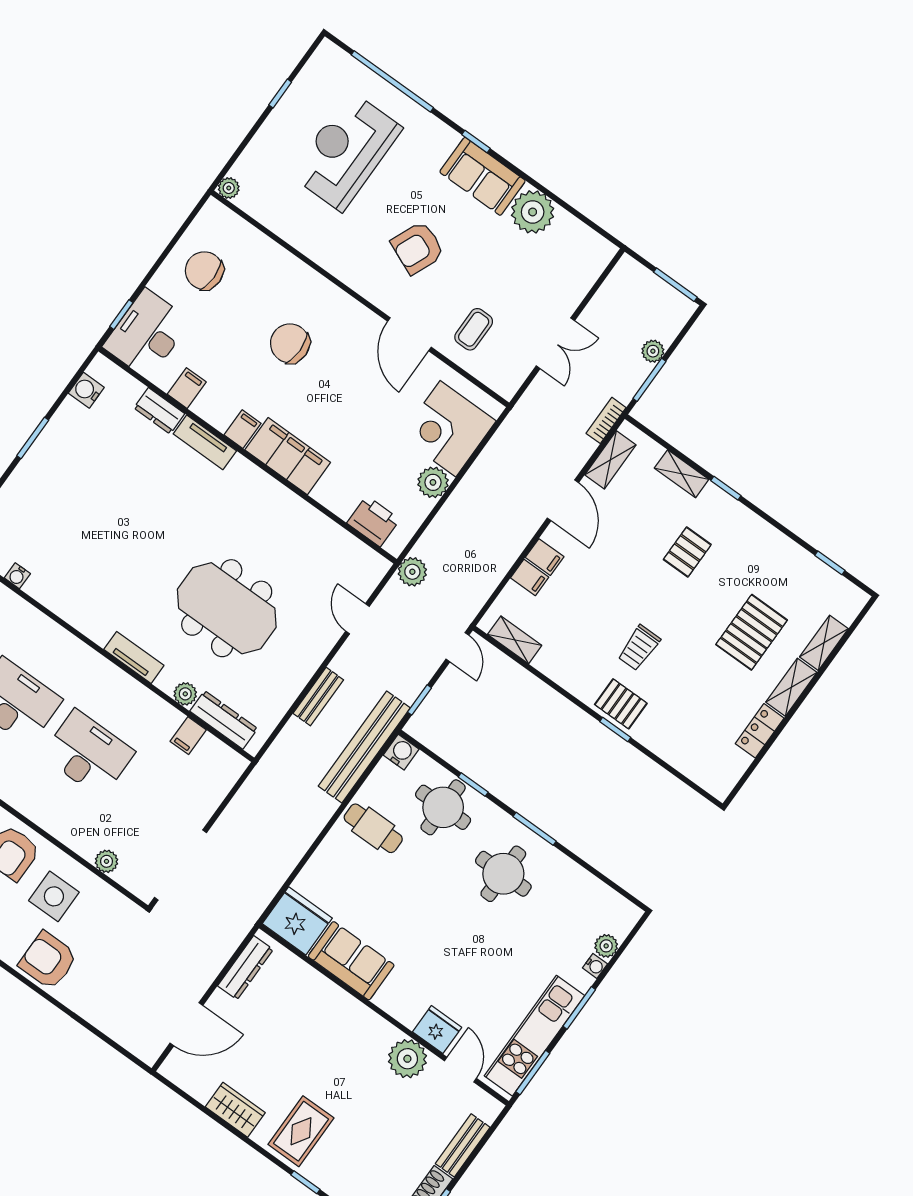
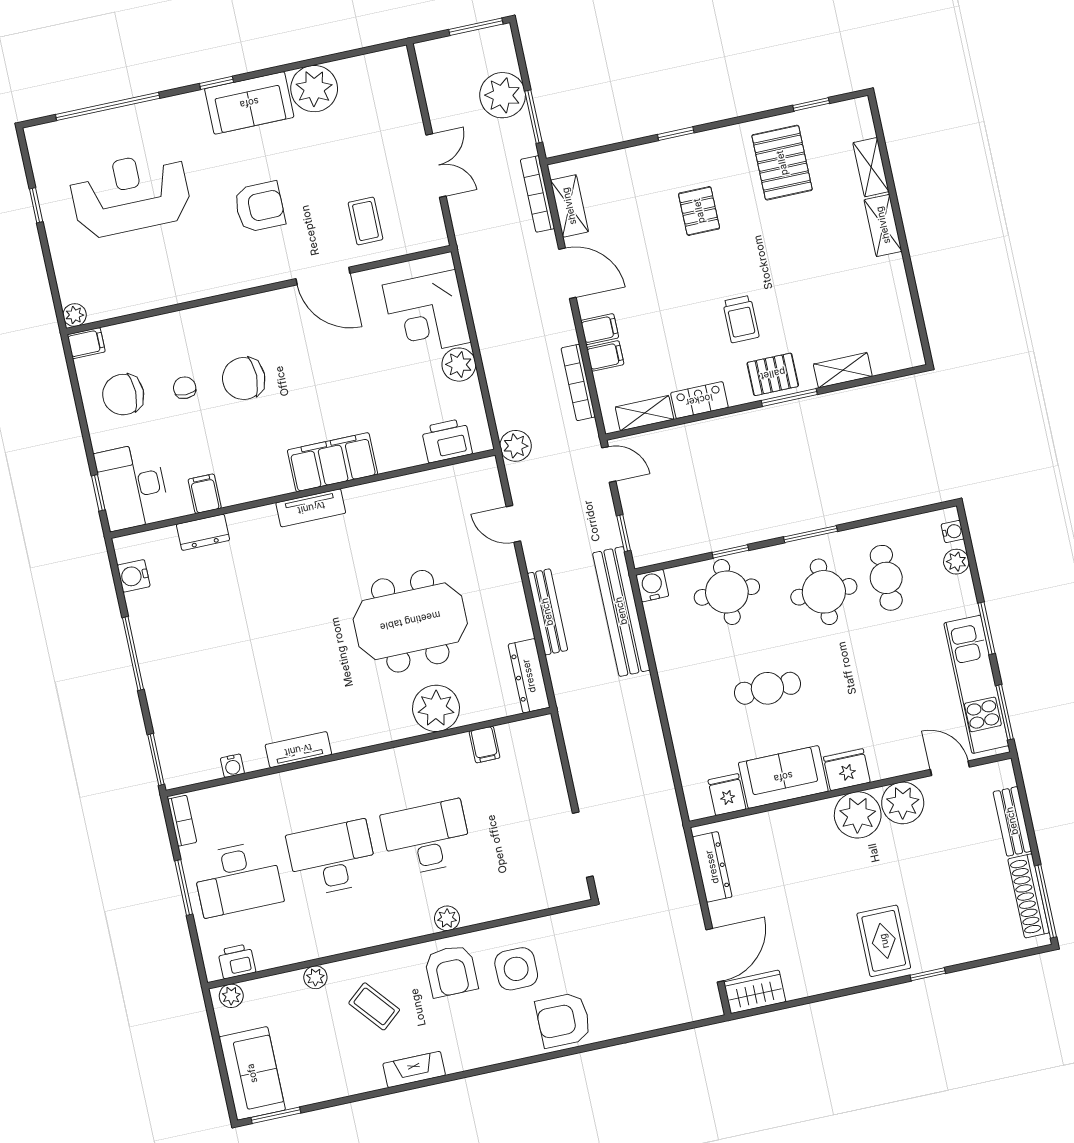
reception desk: (346, 151) -> (130, 194), turned 90
armchair: (418, 248) -> (260, 207), turned -113
chair: (247, 309) -> (185, 388), added
plant: (653, 351) -> (503, 95), width x1.88, depth x1.88
bookcase: (606, 420) -> (537, 194), width x1.56
filing cabinet: (243, 429) -> (86, 343), moved, turned 90
window: (33, 438) -> (133, 653), width x1.44
tv unit: (205, 442) -> (311, 508), moved
shelving: (682, 474) -> (843, 370), moved
bookcase: (495, 575) -> (578, 382), added
pallet: (752, 632) -> (782, 163), moved
tv unit: (134, 657) -> (298, 750), moved
plant: (185, 694) -> (436, 708), width x1.87, depth x1.87
bench: (318, 697) -> (547, 612), width x1.36
dresser: (224, 720) -> (529, 676), moved, turned -90
window: (615, 730) -> (789, 397), width x1.50
locker: (760, 731) -> (699, 400), moved, turned 90
cafe table: (373, 828) -> (767, 688), moved
plant: (107, 861) -> (447, 918), moved
doorway: (180, 865) -> (583, 845), width x0.73
cafe table: (552, 908) -> (886, 578), added
fridge: (297, 921) -> (727, 795), width x0.53, depth x0.75
water cooler: (595, 966) -> (953, 532), moved
fridge: (437, 1030) -> (847, 770), moved
plant: (371, 1035) -> (858, 815), added
wardrobe: (235, 1110) -> (755, 992), moved

